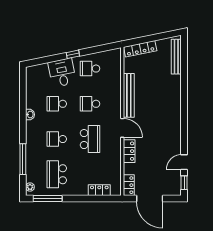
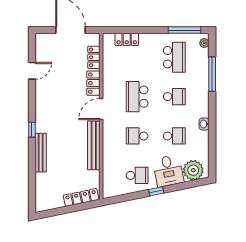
bench: (176, 57) -> (41, 153), moved
plant: (40, 73) -> (193, 170), added
school desk: (90, 104) -> (137, 136), turned 180
door: (122, 128) -> (101, 109), hinge flipped
window: (184, 183) -> (32, 130), moved
locker: (129, 185) -> (94, 57), moved

